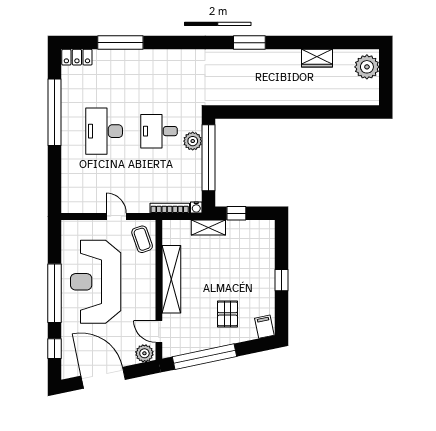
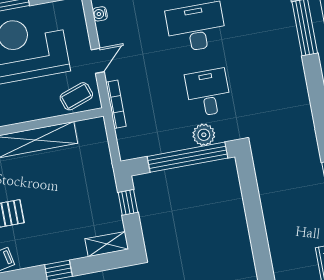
bookcase: (170, 208) -> (116, 104), moved
water cooler: (196, 208) -> (100, 14), moved
shelving: (208, 227) -> (107, 244), moved, turned 90

